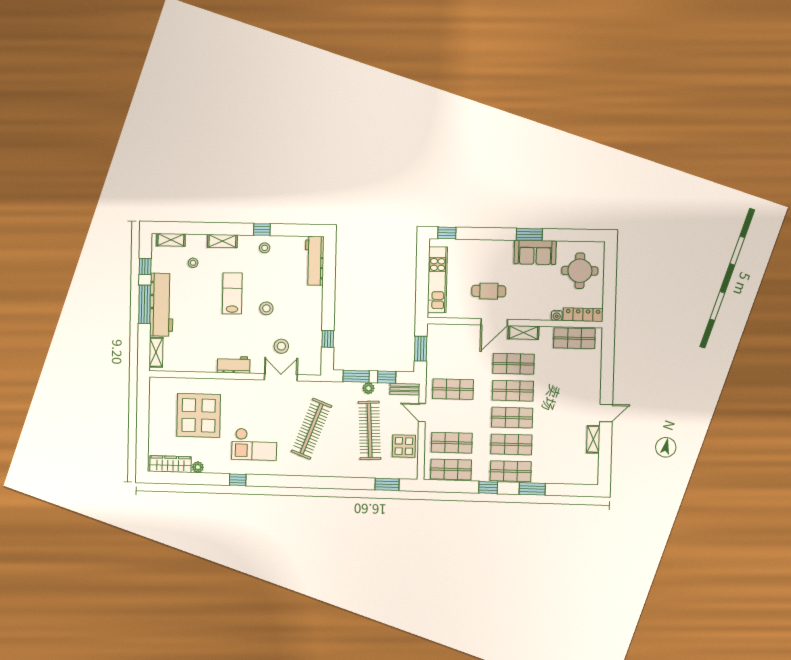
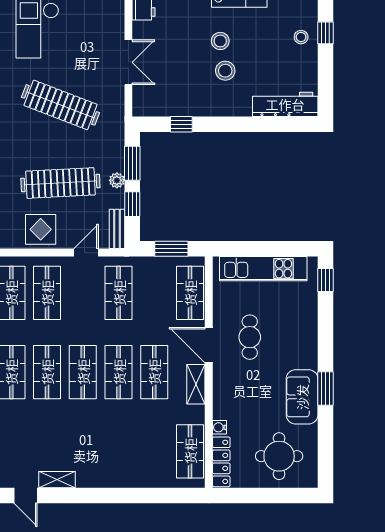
shop shelf: (454, 335) -> (190, 293), added
stool: (281, 346) -> (225, 71), moved
door: (606, 413) -> (25, 496), moved

